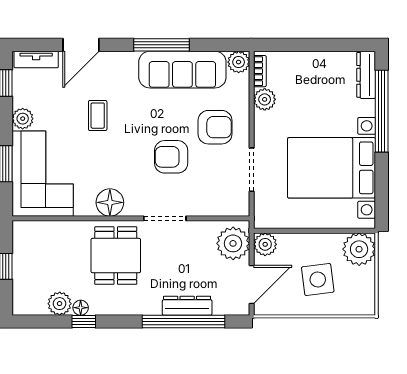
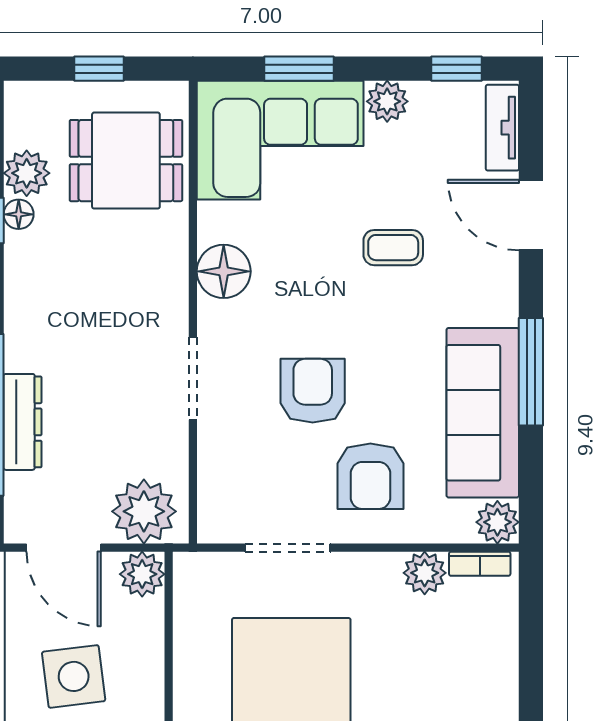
dining table: (116, 256) -> (126, 161), moved

